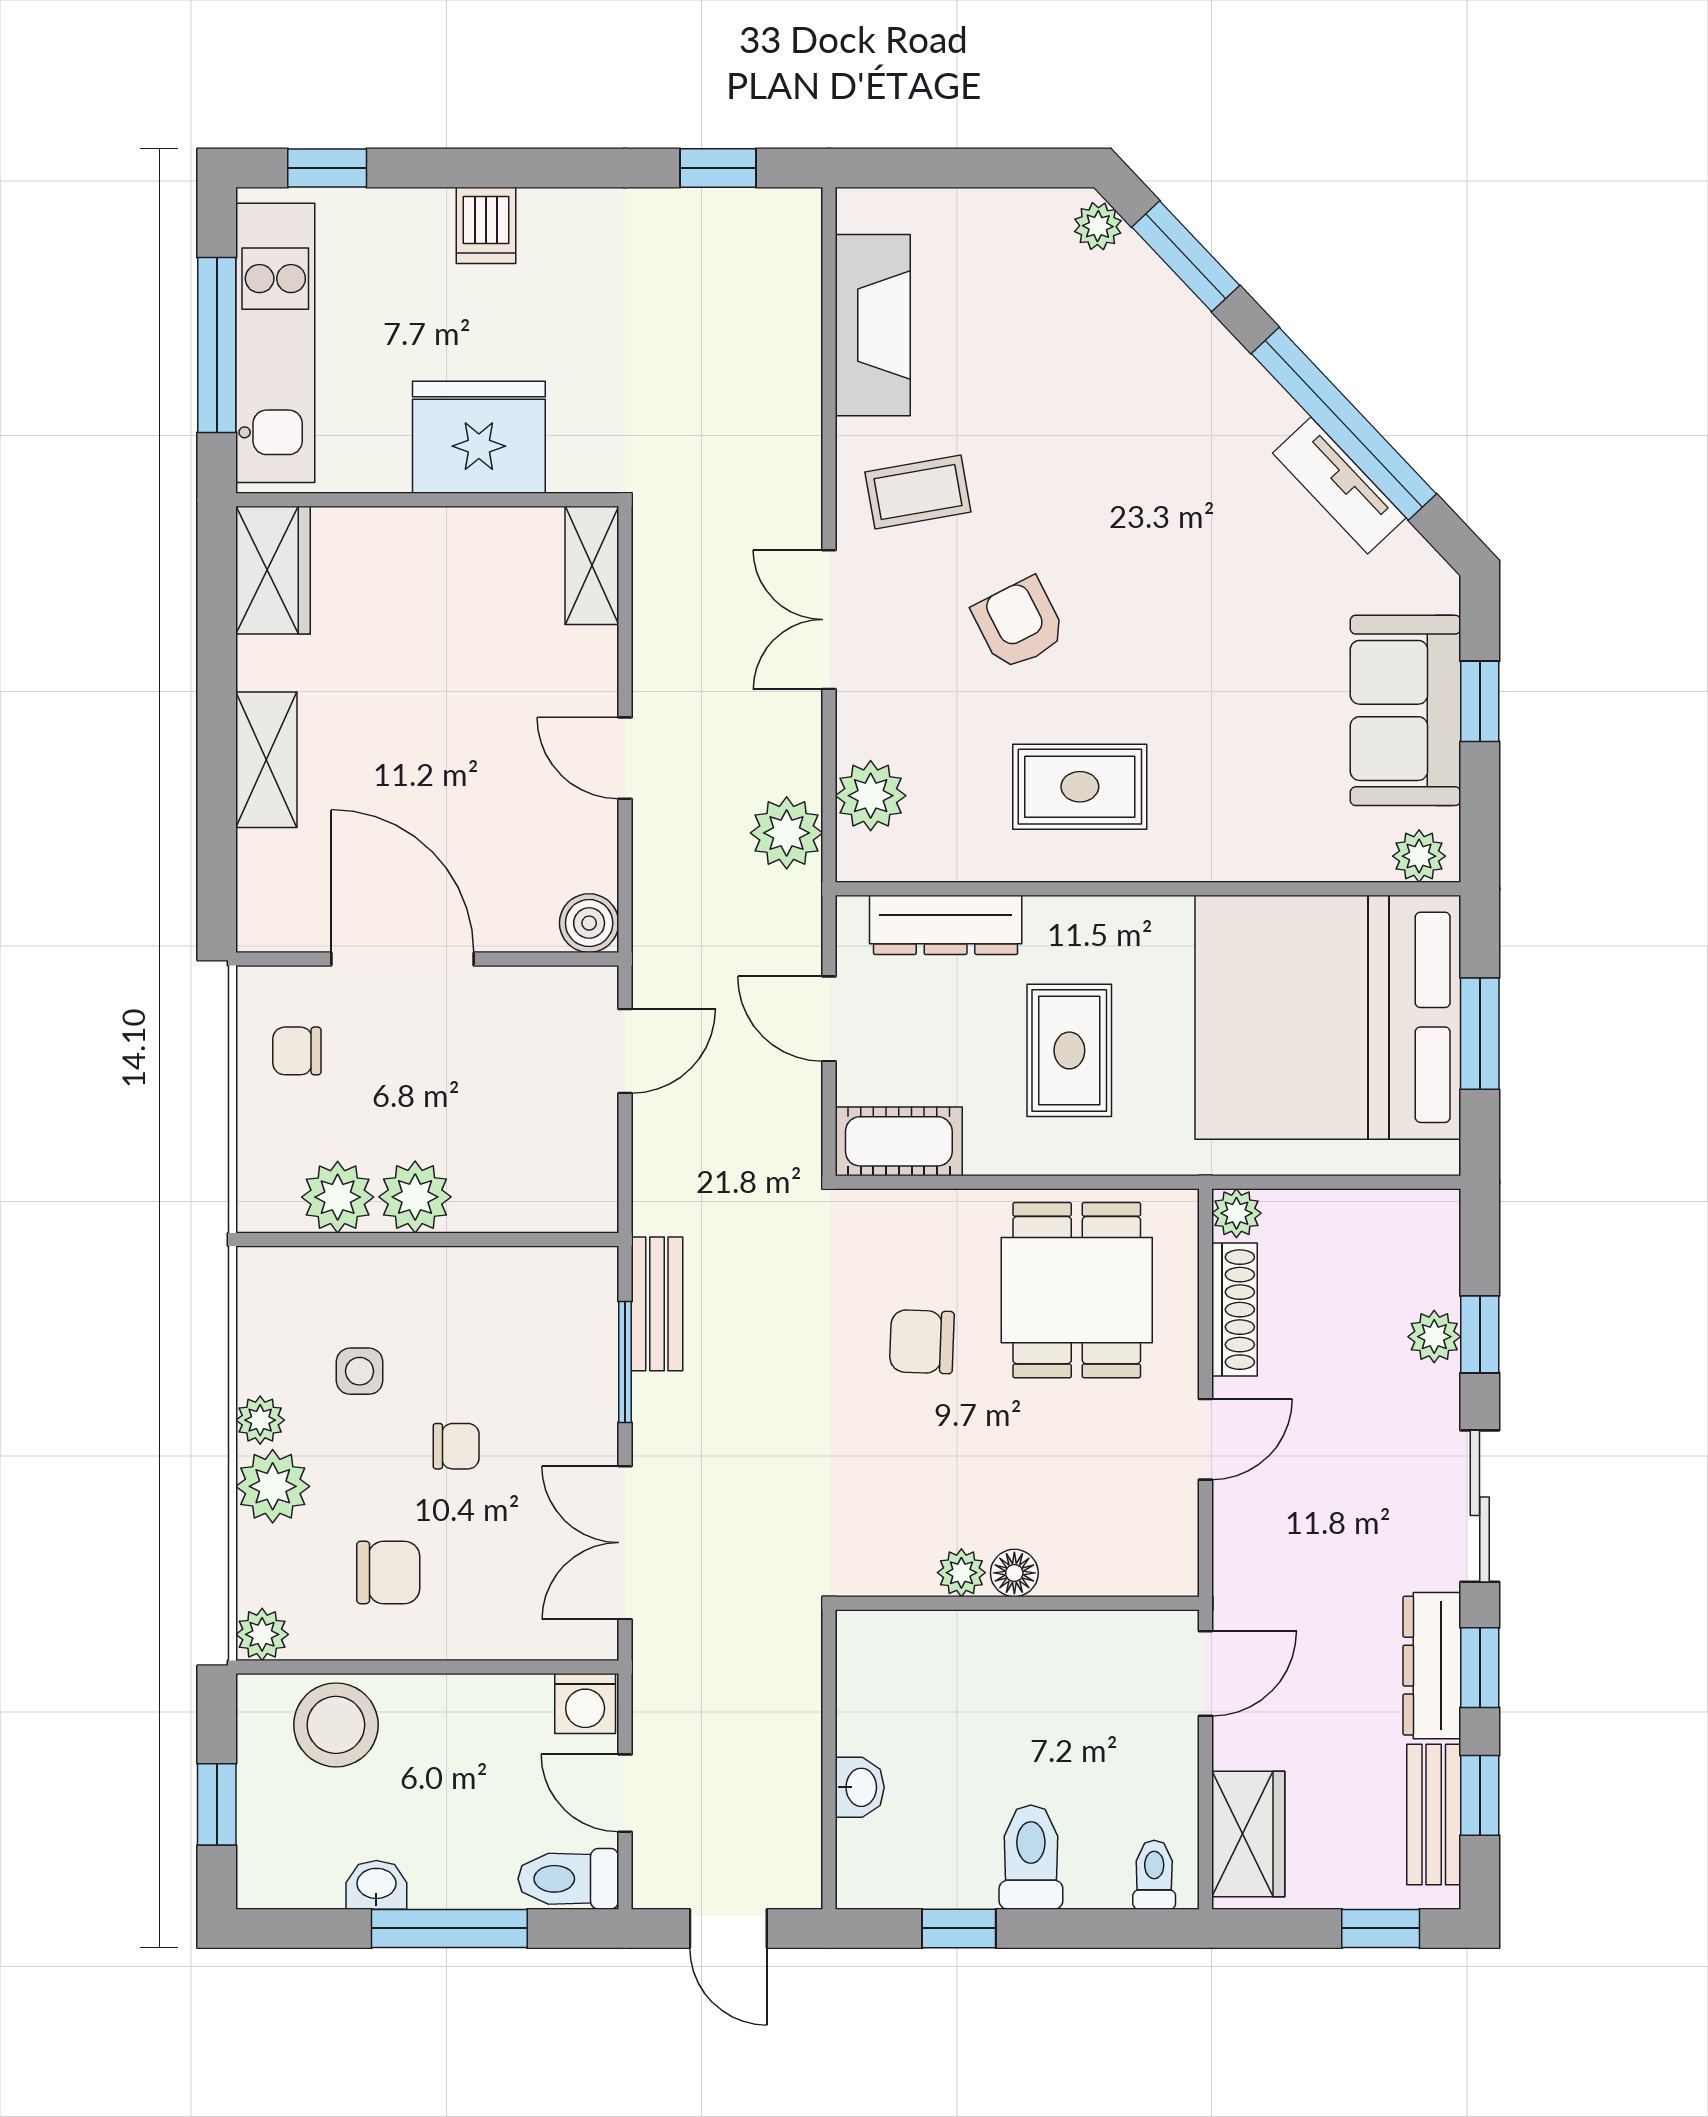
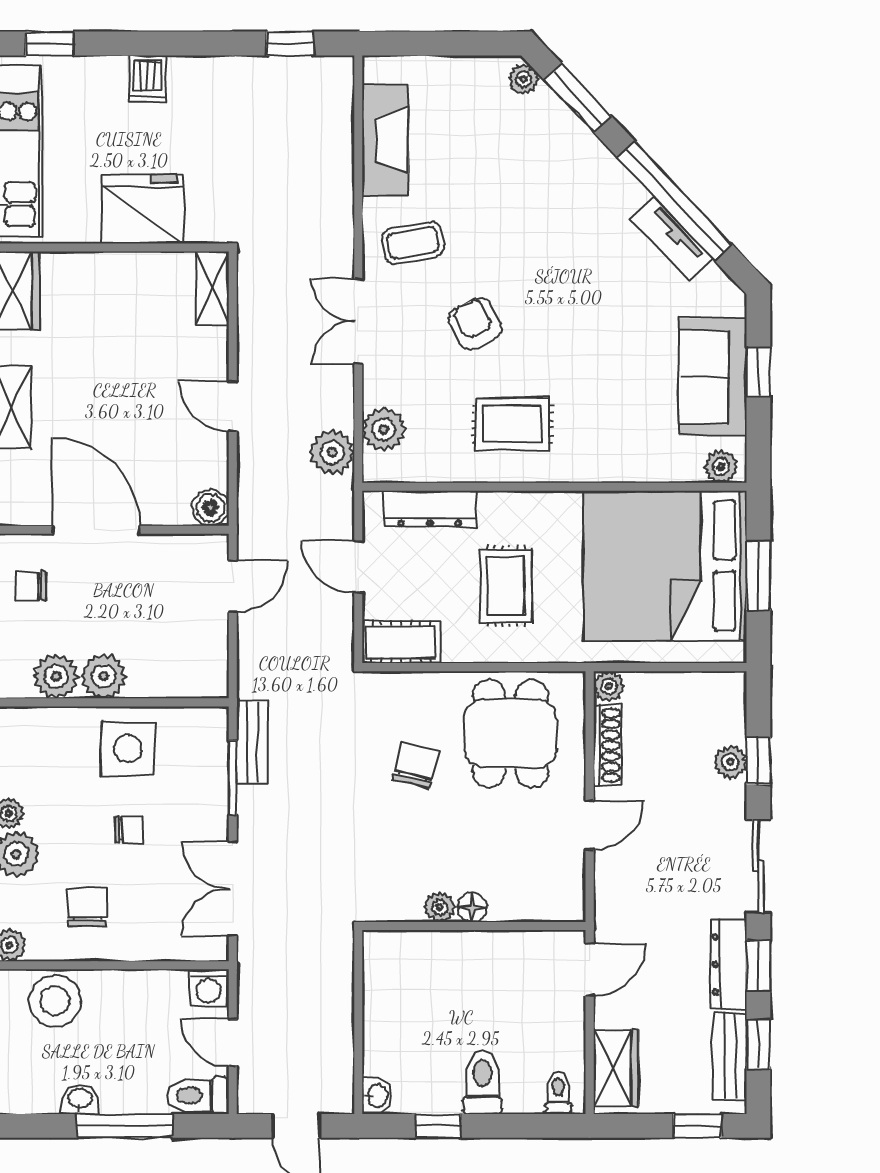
chair: (922, 1342) -> (415, 765), turned 102
side table: (360, 1371) -> (128, 749), moved, width x1.87, depth x1.87
chair: (388, 1572) -> (87, 907), turned -90
washbasin: (860, 1787) -> (377, 1096), moved

